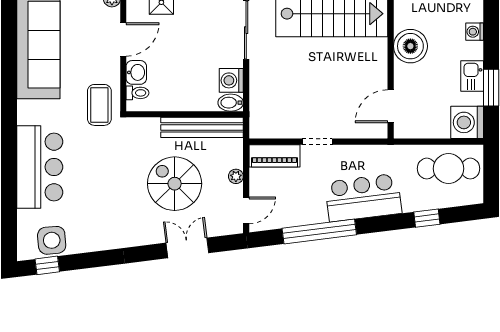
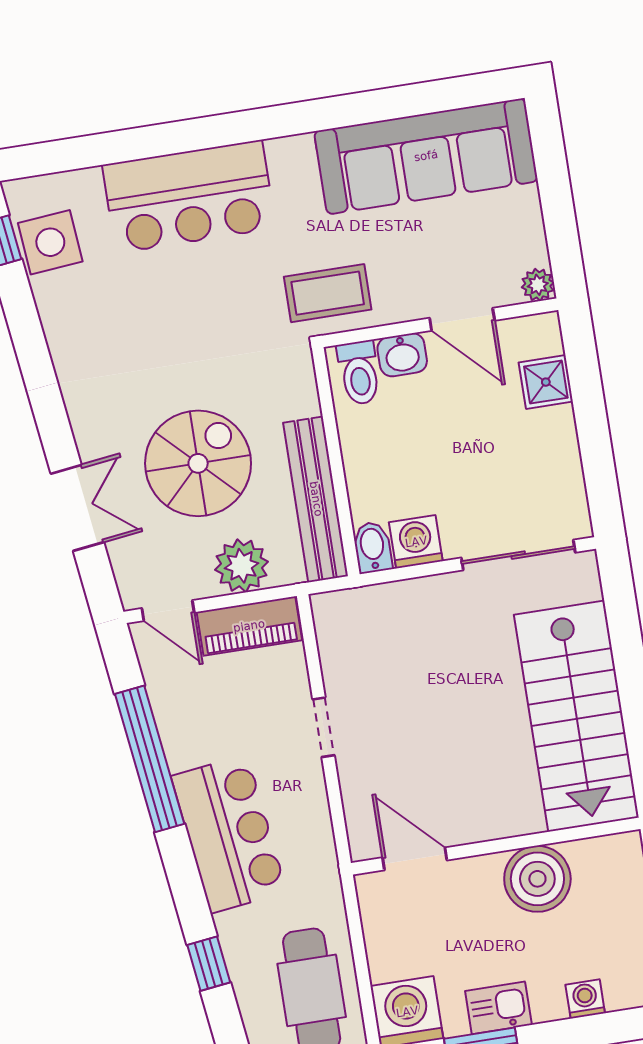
toilet: (137, 93) -> (359, 373), width x1.37, depth x1.39
piano: (274, 156) -> (249, 626), moved, turned -90
plant: (236, 176) -> (242, 566), width x1.88, depth x1.88

